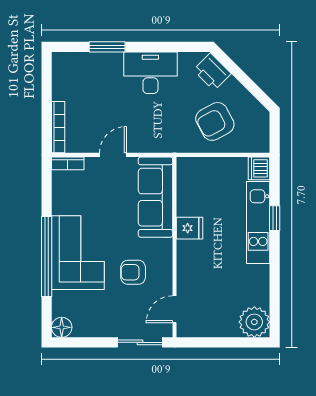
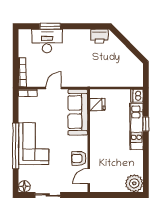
printer: (212, 72) -> (100, 36), moved, turned -45
desk: (150, 73) -> (47, 41), moved
armchair: (215, 121) -> (112, 69), removed
fridge: (190, 228) -> (97, 105), moved
armchair: (133, 272) -> (79, 158), moved
sliding door: (140, 342) -> (48, 195), moved

